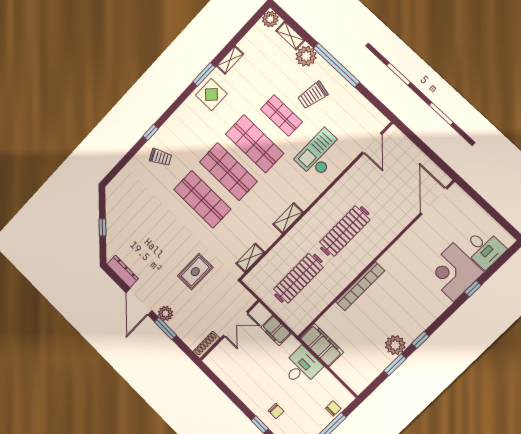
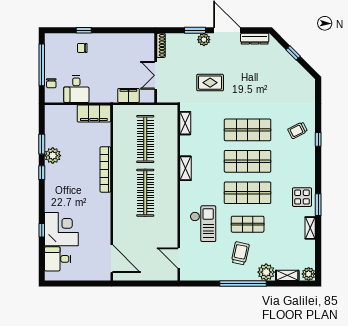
rug: (195, 272) -> (210, 83), turned 90
desk: (302, 367) -> (76, 89), moved

